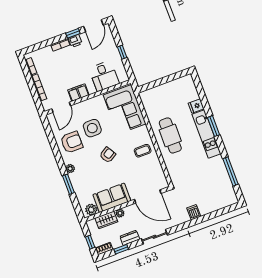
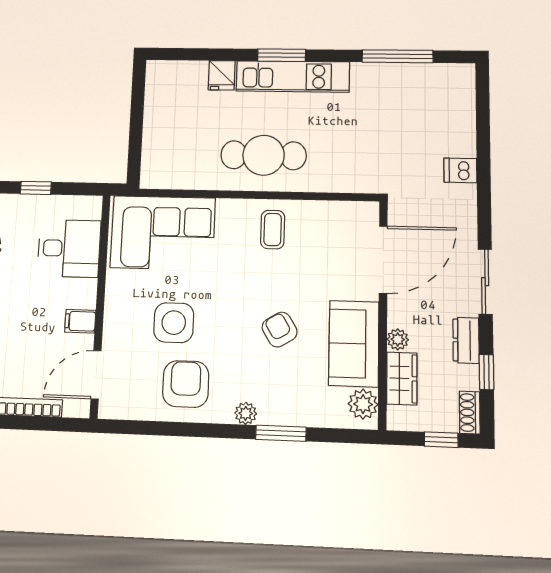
filing cabinet: (78, 93) -> (80, 321), width x0.50
door: (61, 107) -> (96, 375), swing flipped
armchair: (108, 155) -> (280, 330), moved

